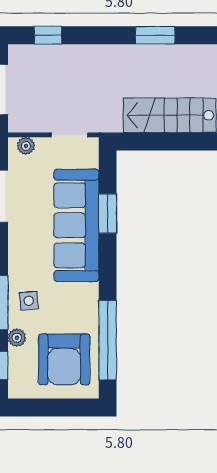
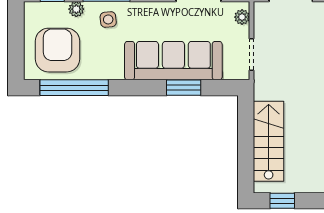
armchair: (64, 359) -> (58, 50), turned 90

